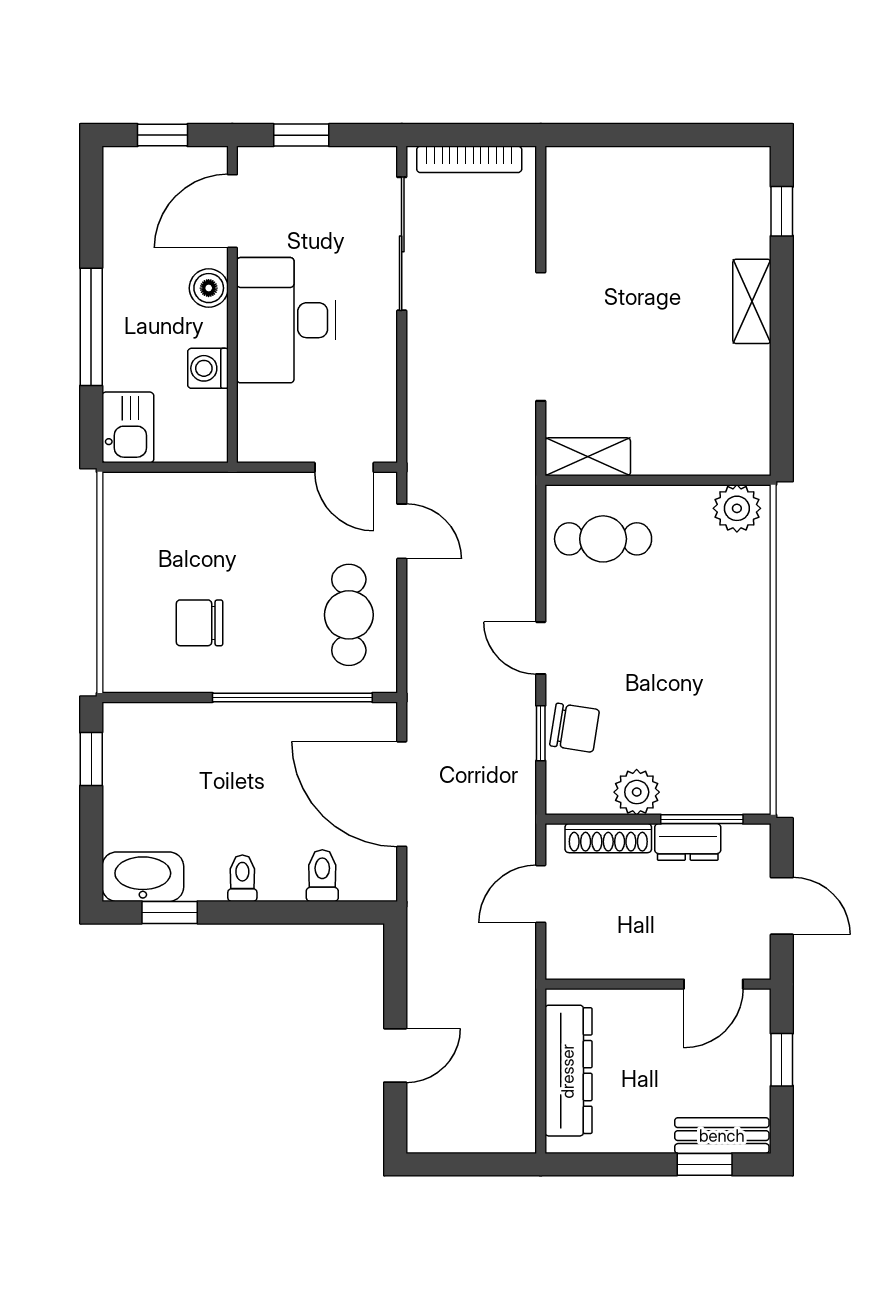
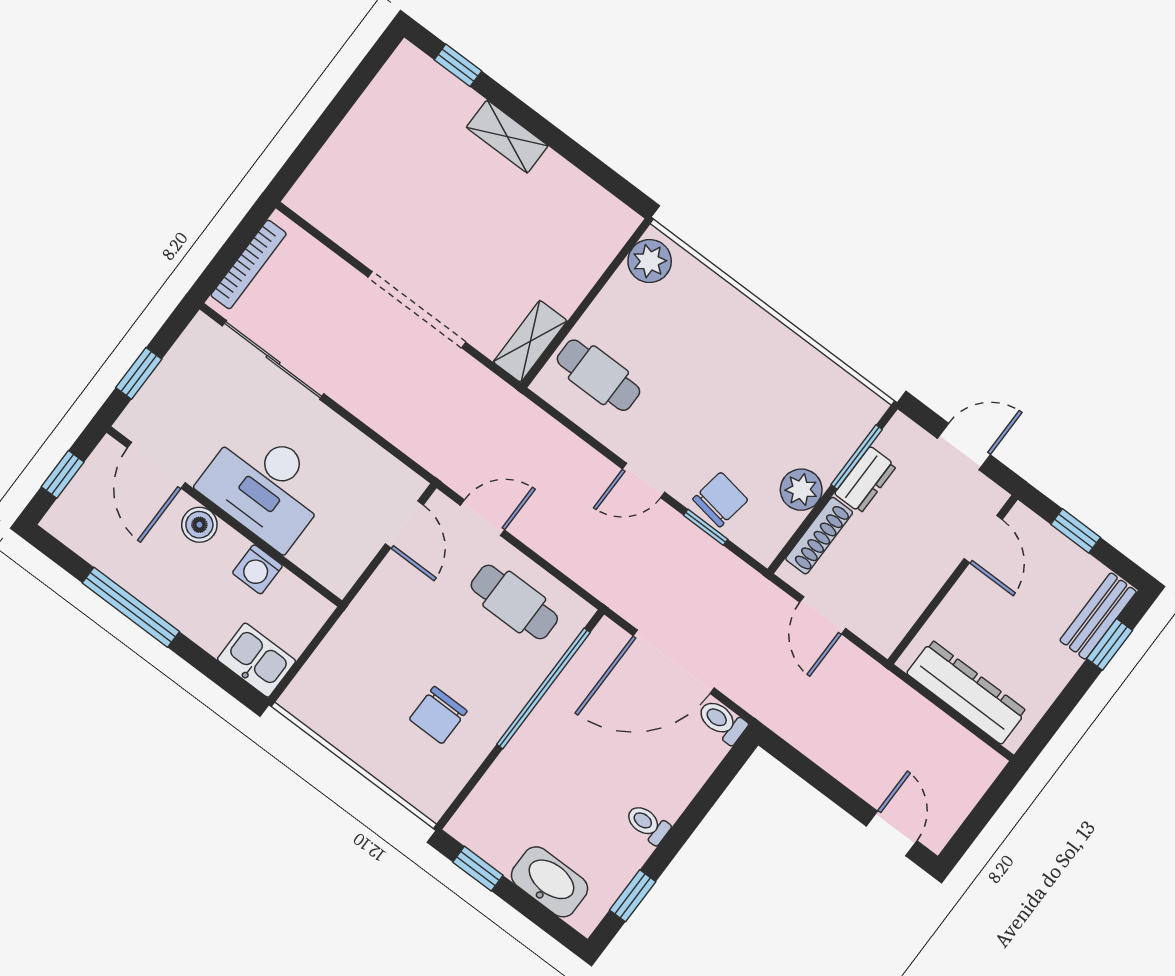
window: (91, 327) -> (131, 607), moved
door: (344, 467) -> (404, 524), hinge flipped
cafe table: (603, 539) -> (598, 375), turned 90
toilet: (322, 876) -> (722, 721), moved
washbasin: (143, 877) -> (550, 882), moved, turned 90
door: (395, 1055) -> (892, 833), moved

